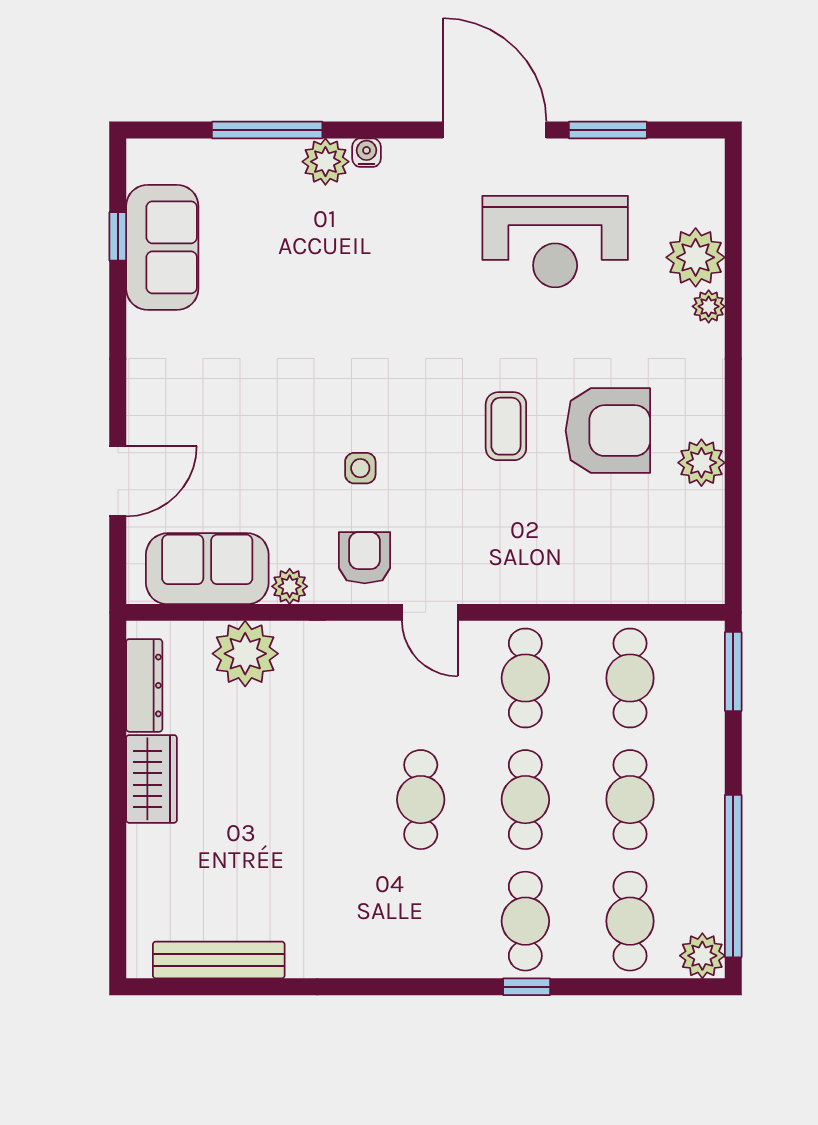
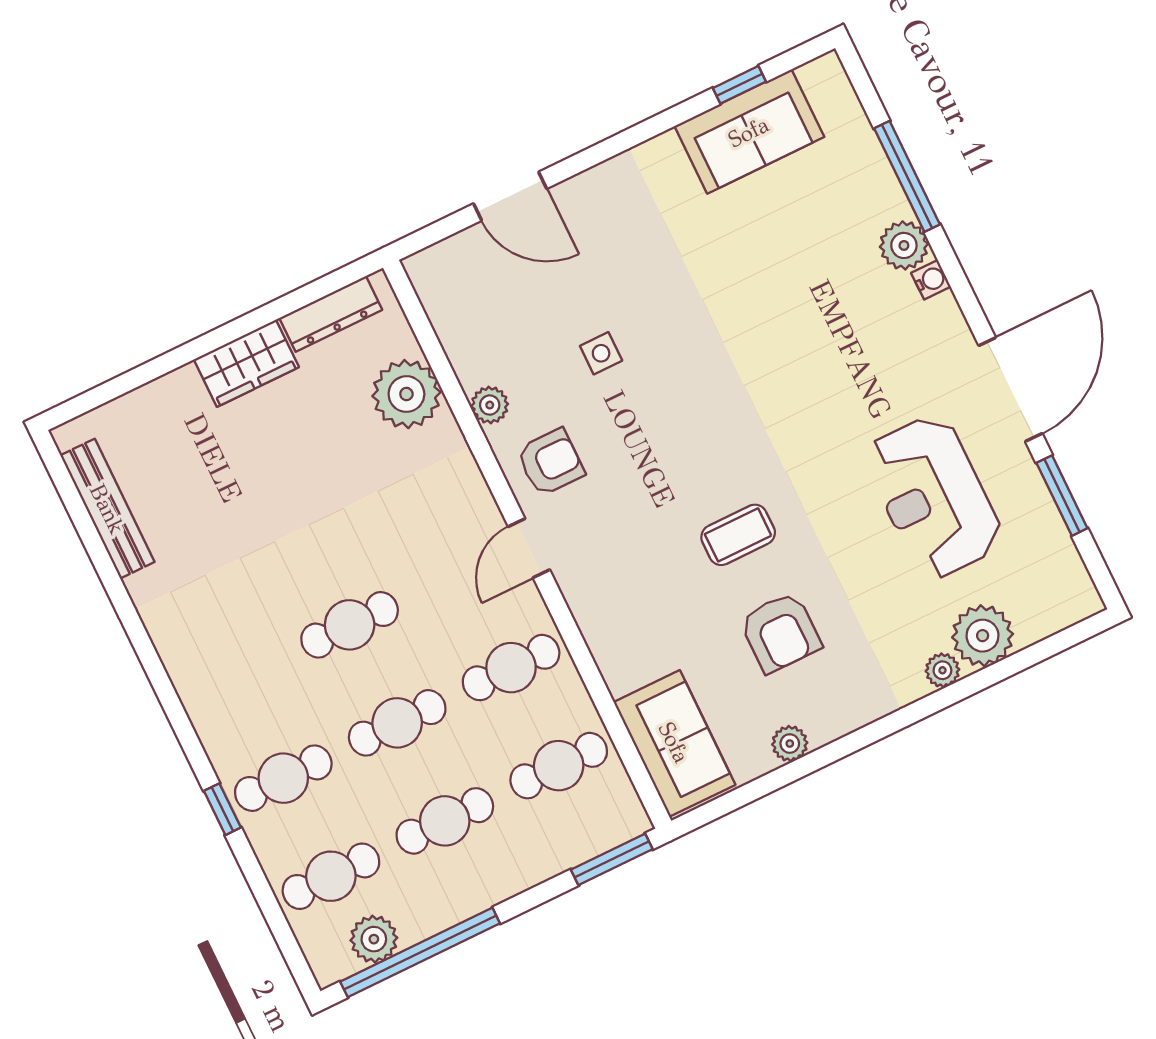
armchair: (608, 431) -> (780, 632), width x0.73, depth x0.73
plant: (701, 463) -> (790, 744), width x0.73, depth x0.73
side table: (360, 468) -> (601, 353), moved
sofa: (207, 569) -> (674, 743), moved
plant: (702, 956) -> (374, 939), moved

